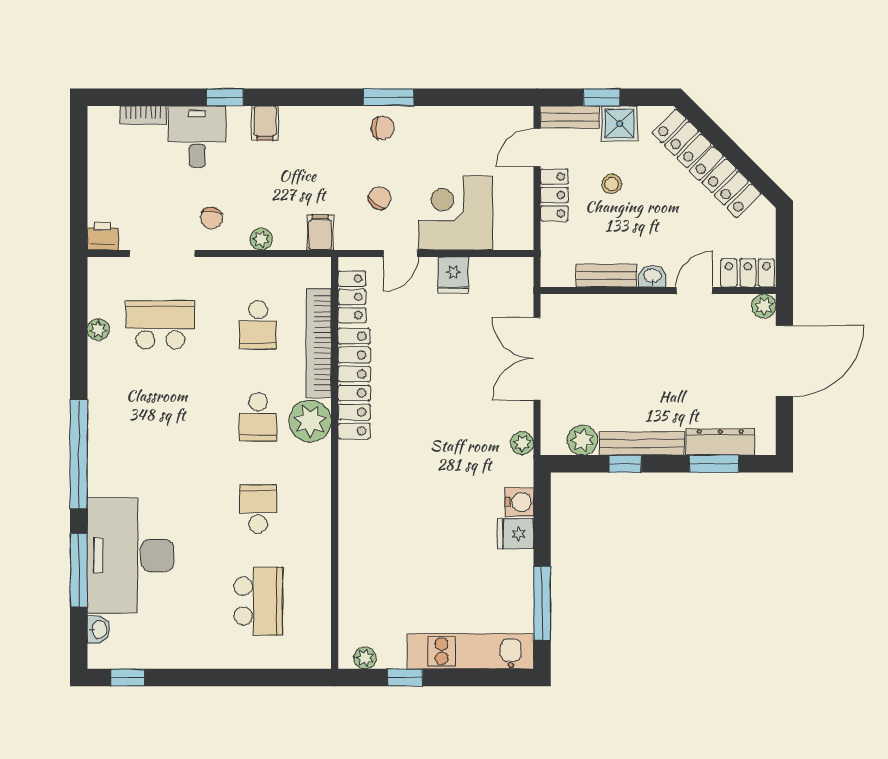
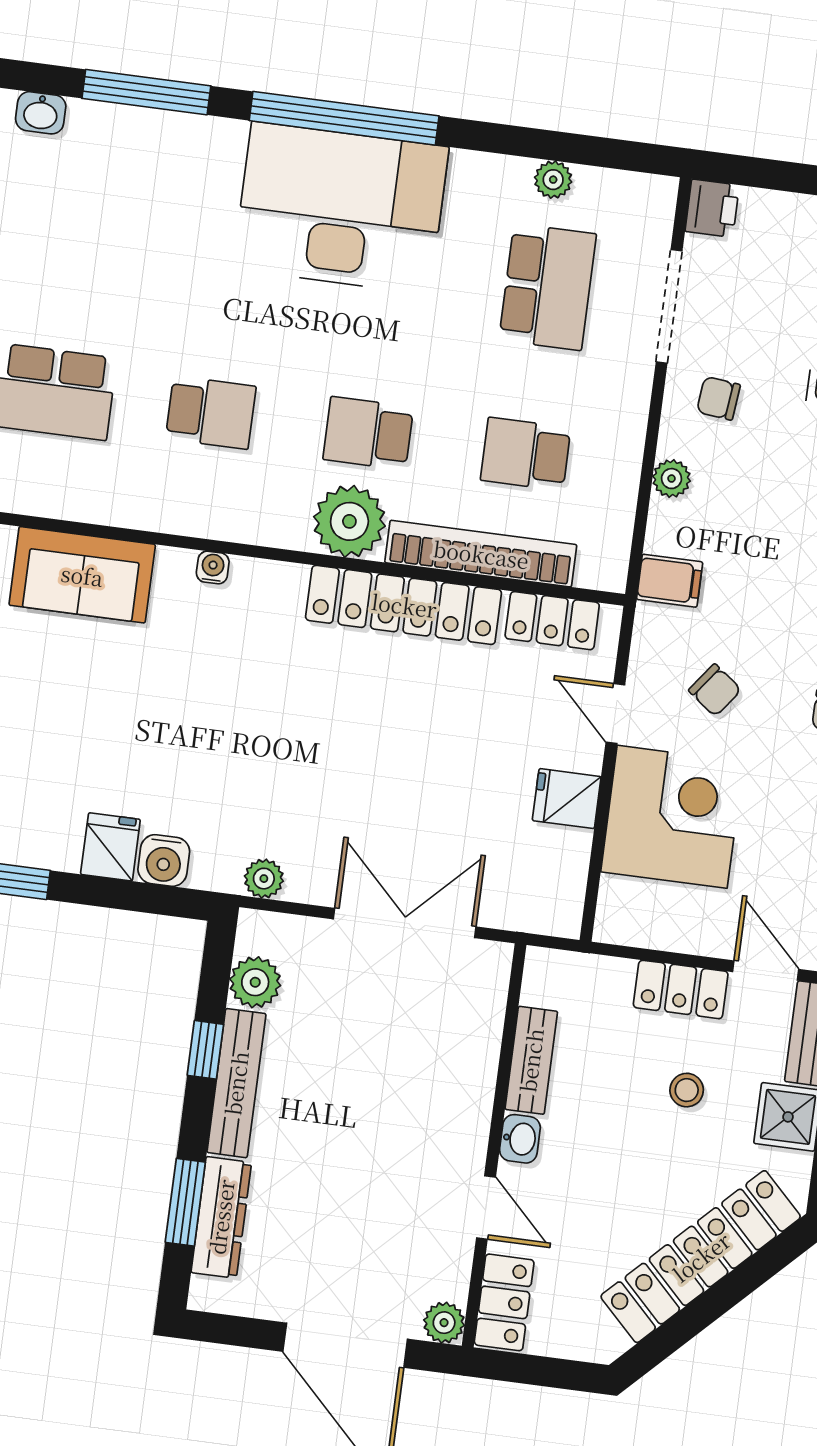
water cooler: (347, 496) -> (213, 567), added
desk: (131, 555) -> (341, 208), moved
sofa: (361, 571) -> (82, 575), added

